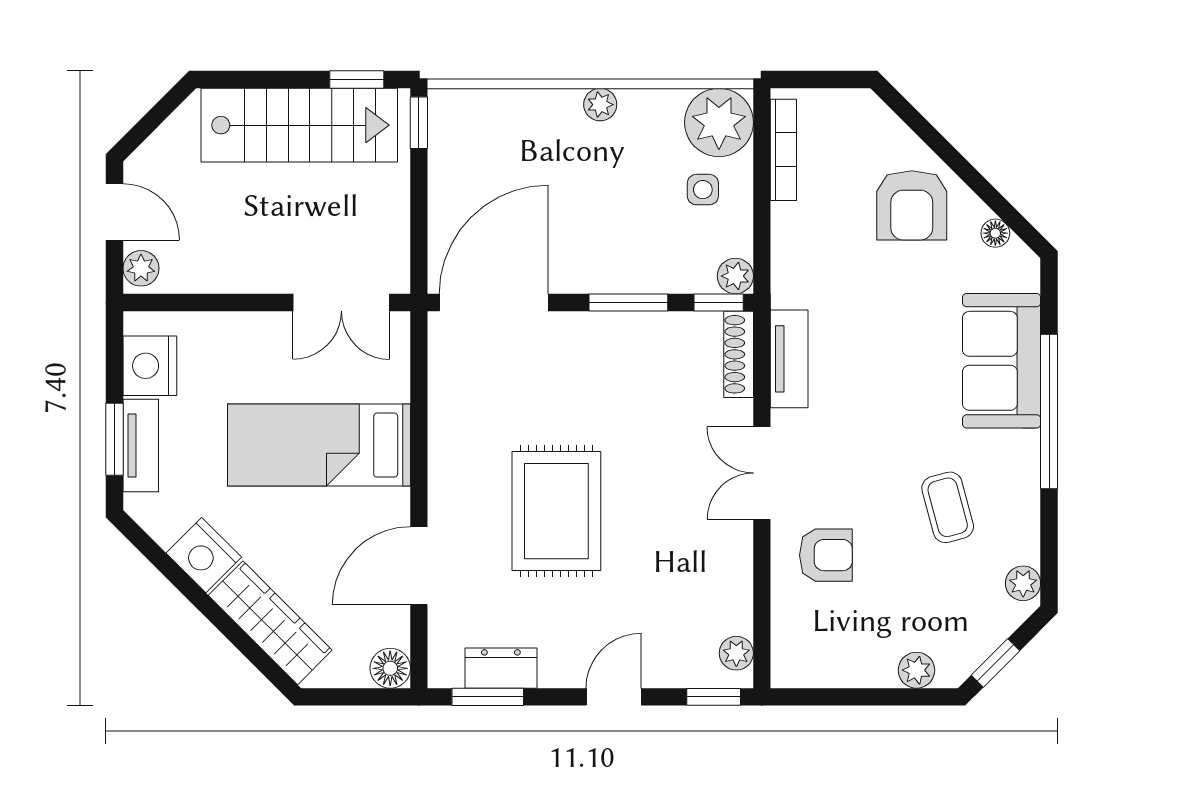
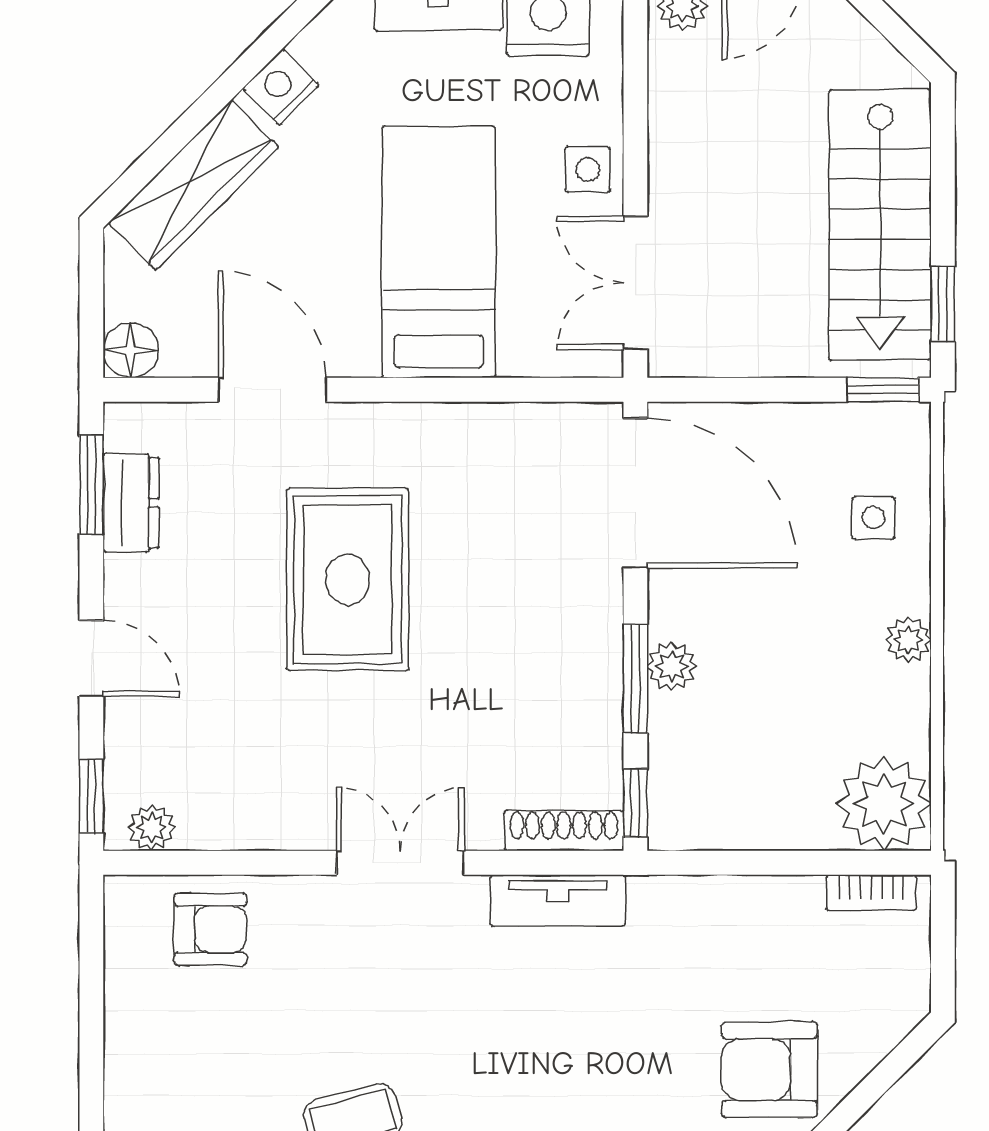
bookcase: (783, 150) -> (871, 893), width x0.64
side table: (703, 190) -> (874, 518), moved
plant: (735, 276) -> (672, 666), moved
side table: (259, 337) -> (588, 170), added
rug: (556, 511) -> (348, 579), turned 90
nightstand: (204, 555) -> (281, 87), width x0.74, depth x0.75
armchair: (826, 555) -> (210, 929), moved, turned -90
plant: (916, 670) -> (128, 1076), removed

